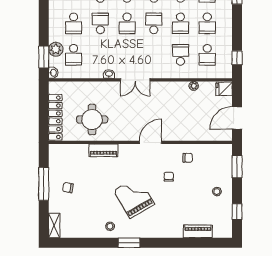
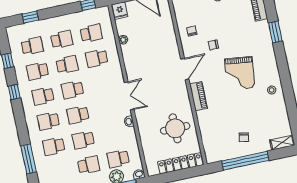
school desk: (127, 23) -> (78, 115), turned 180
school desk: (74, 55) -> (118, 159), turned 180
door: (150, 142) -> (185, 69), swing flipped
piano: (103, 150) -> (198, 96), moved
window: (44, 184) -> (245, 161), width x1.46
grand piano: (134, 197) -> (240, 73), turned -53
window: (129, 243) -> (275, 32), moved

